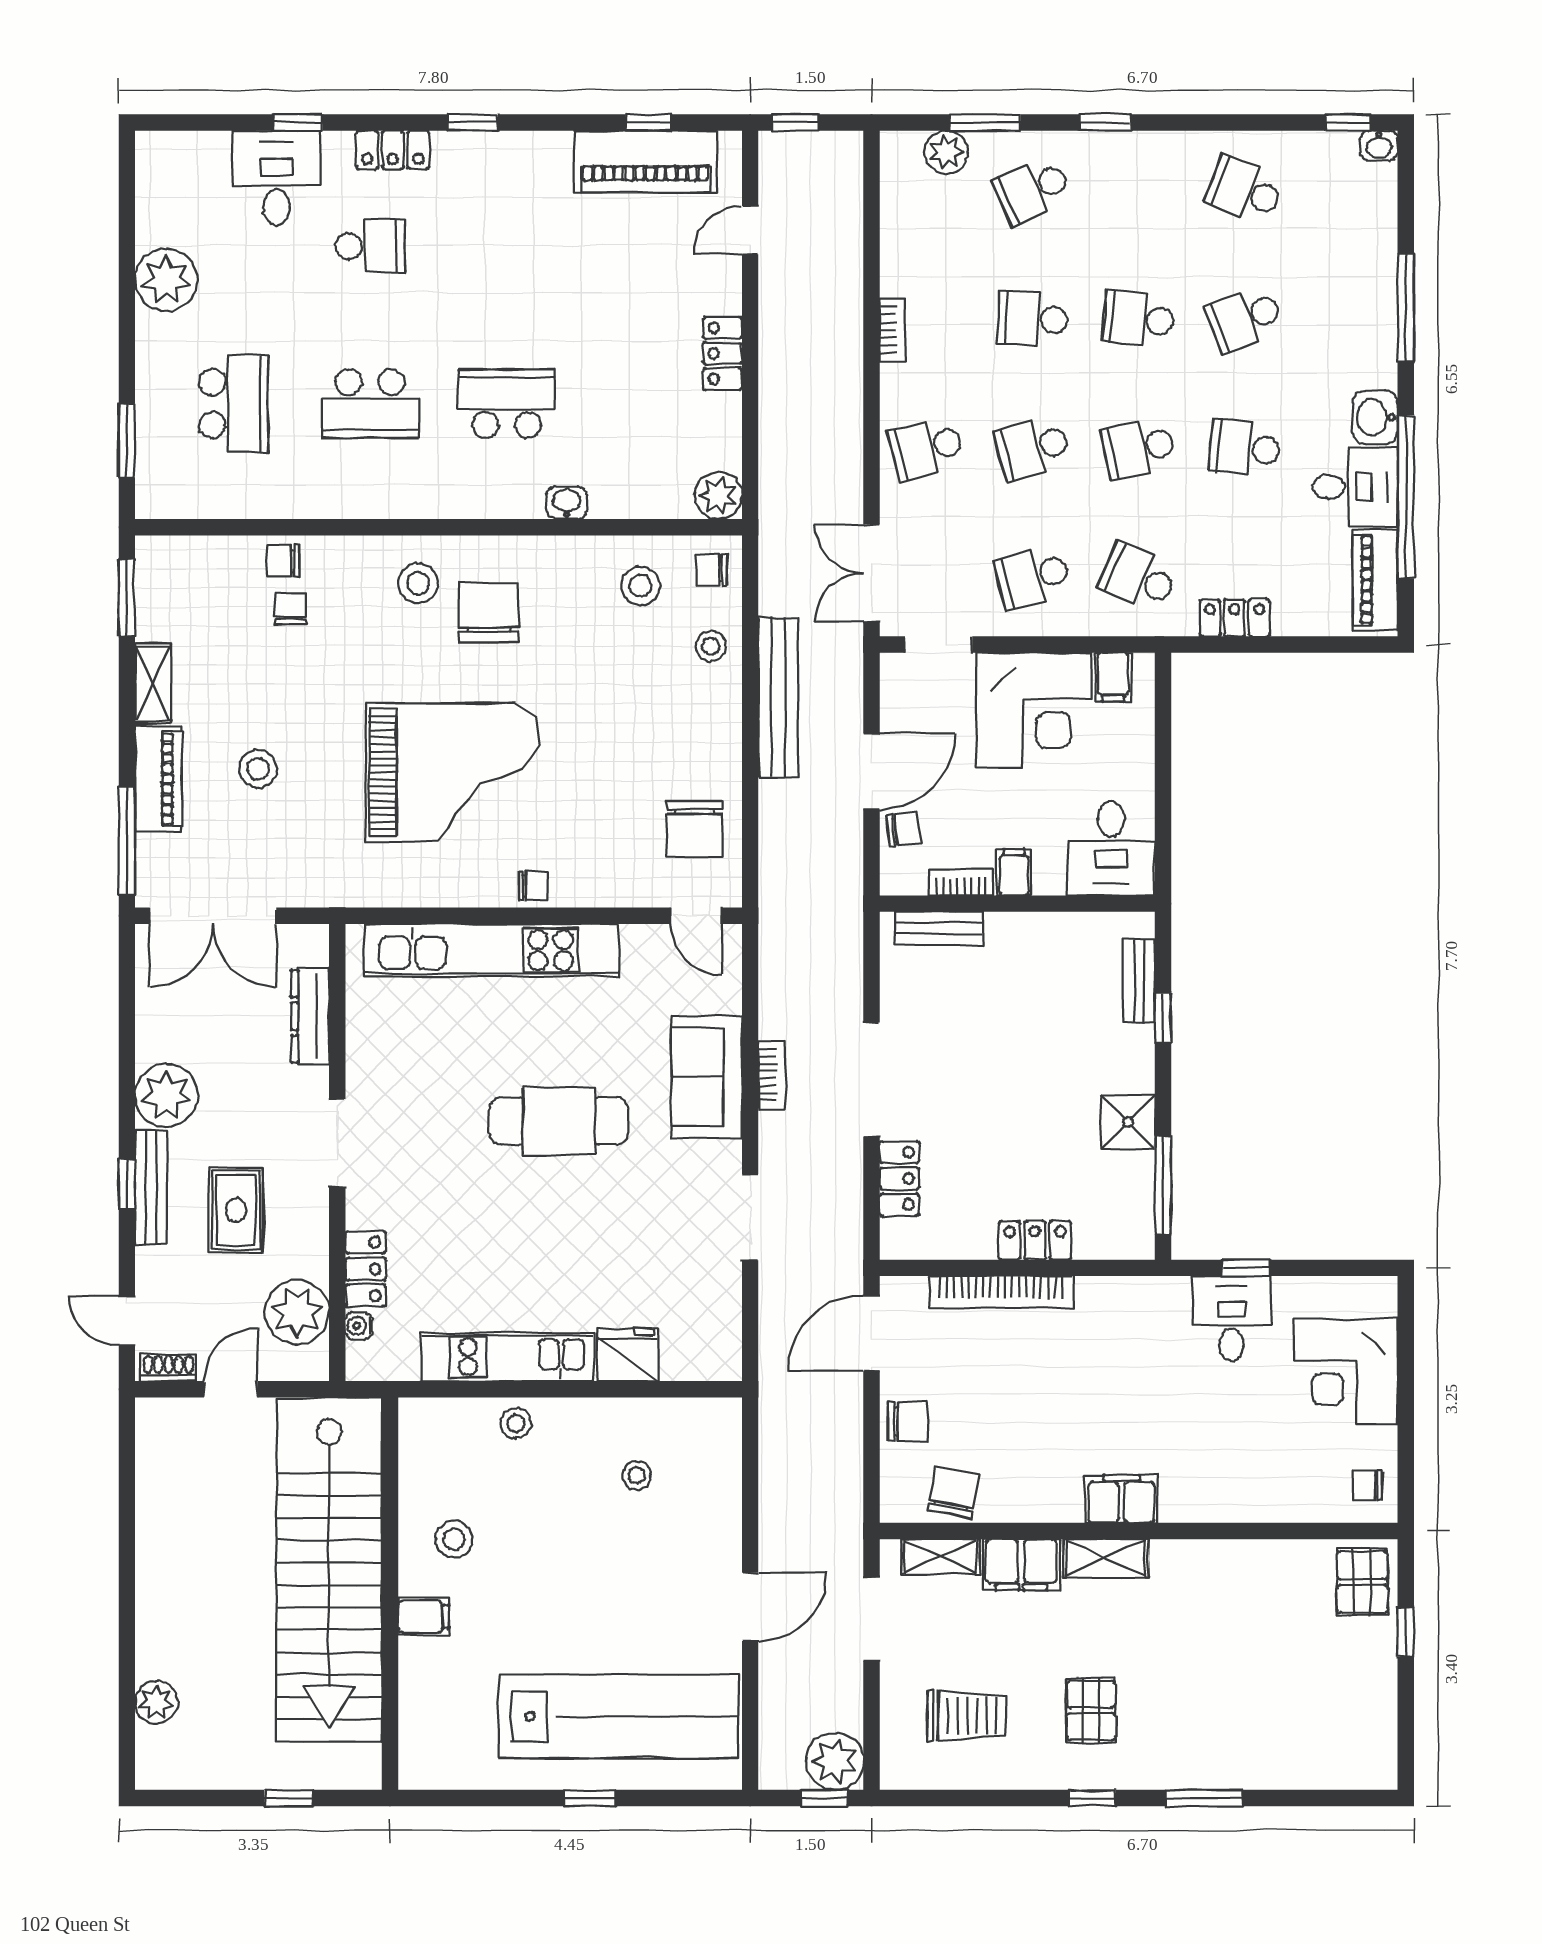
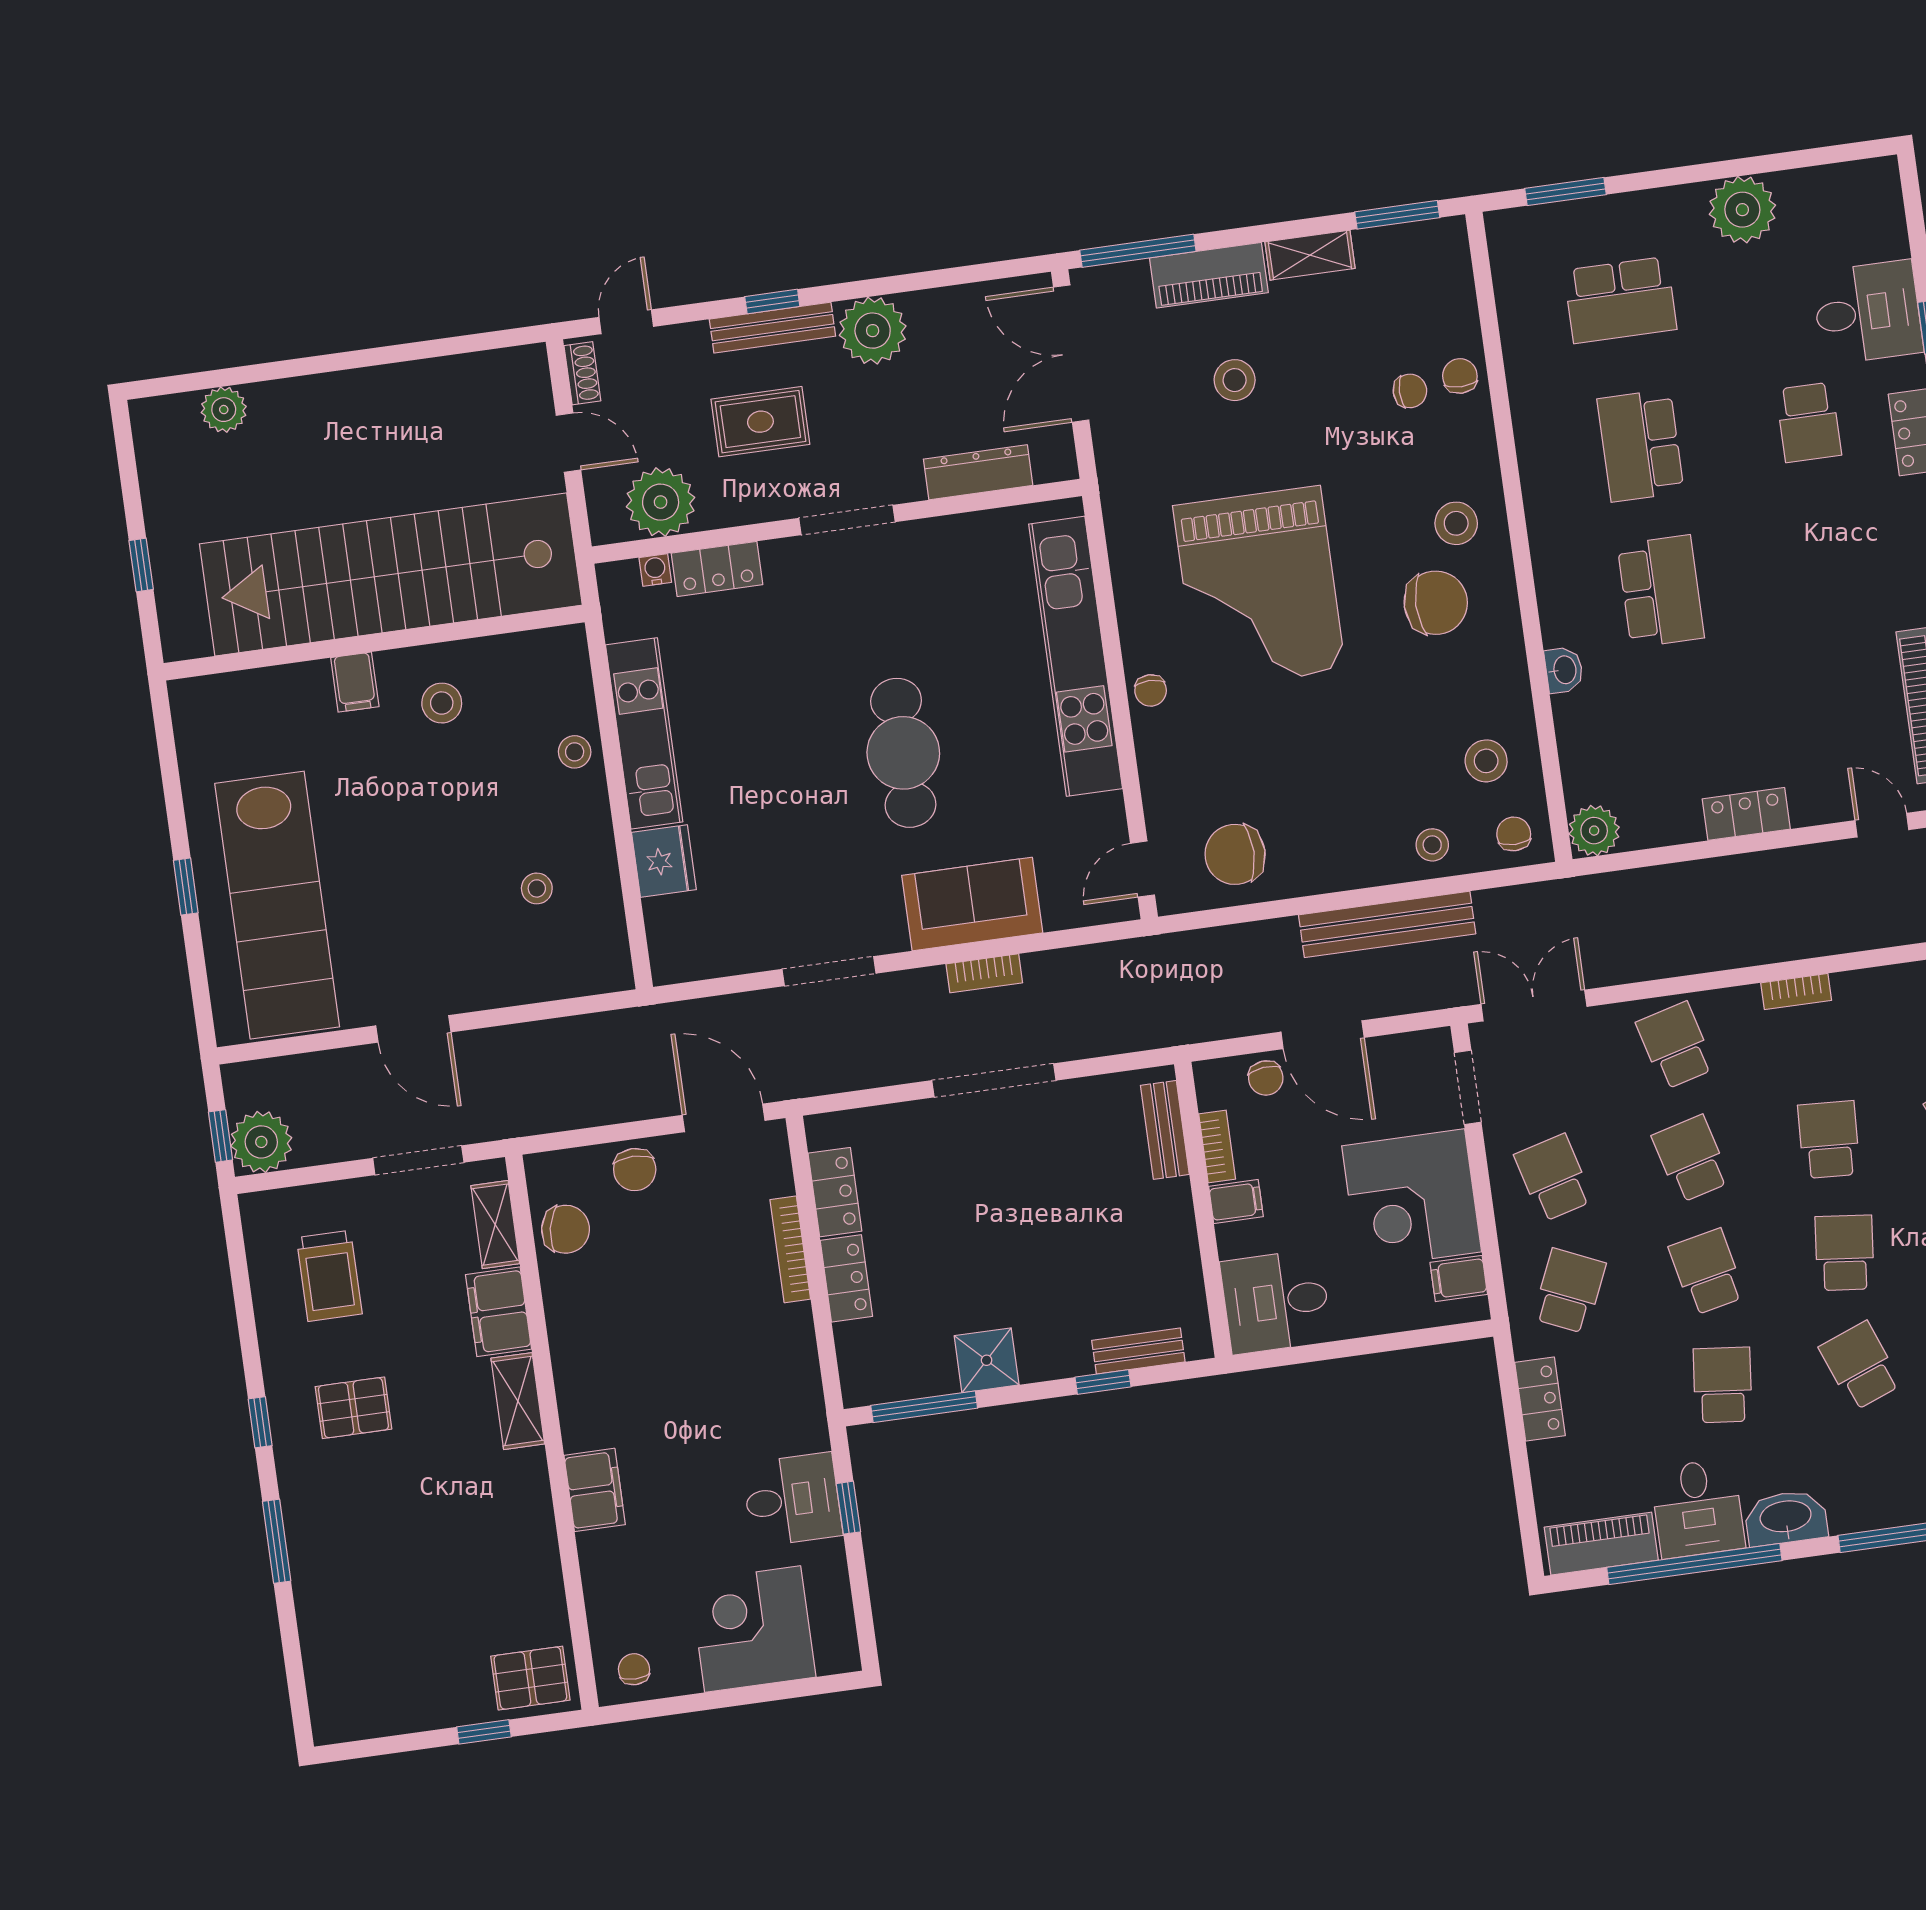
washbasin: (1375, 417) -> (1786, 1518), width x1.38
locker: (899, 1179) -> (835, 1192), moved, turned -90
bookcase: (1001, 1292) -> (790, 1249), width x0.68, depth x0.76
filing cabinet: (1121, 1499) -> (595, 1490), moved

